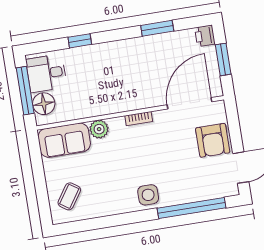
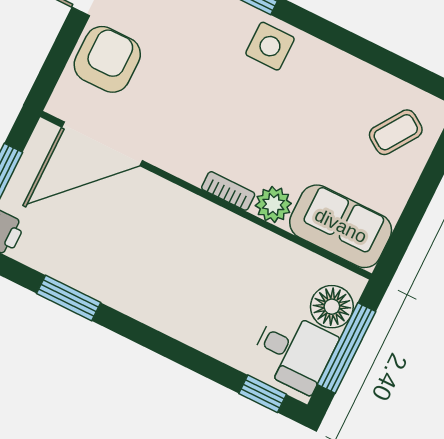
window: (80, 41) -> (263, 394), moved
bookcase: (139, 119) -> (228, 191), moved

